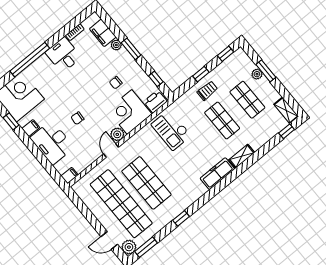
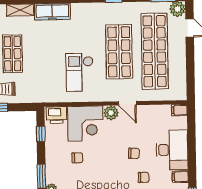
chair: (57, 107) -> (144, 177), added
checkout: (171, 130) -> (80, 73), moved, turned 180
door: (111, 151) -> (127, 103), hinge flipped

